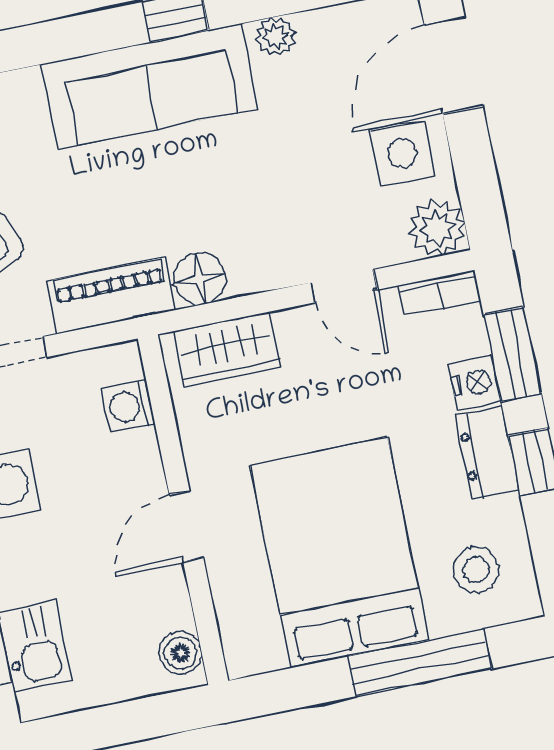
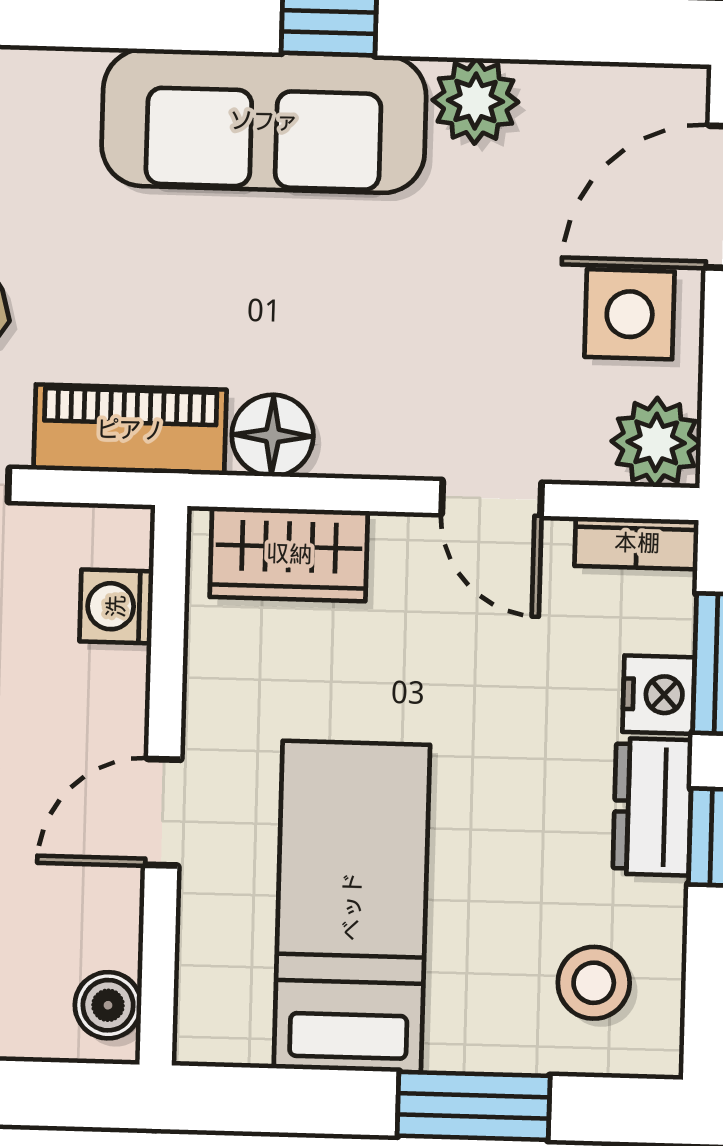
plant: (276, 36) -> (475, 101), width x1.38, depth x1.38
bed: (339, 553) -> (352, 907), width x0.67
window: (420, 663) -> (474, 1106), width x0.69

